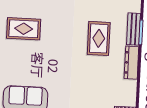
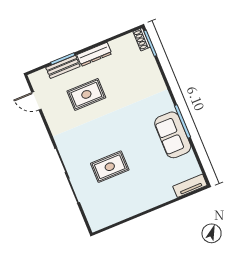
rug: (24, 29) -> (110, 167), turned 90

